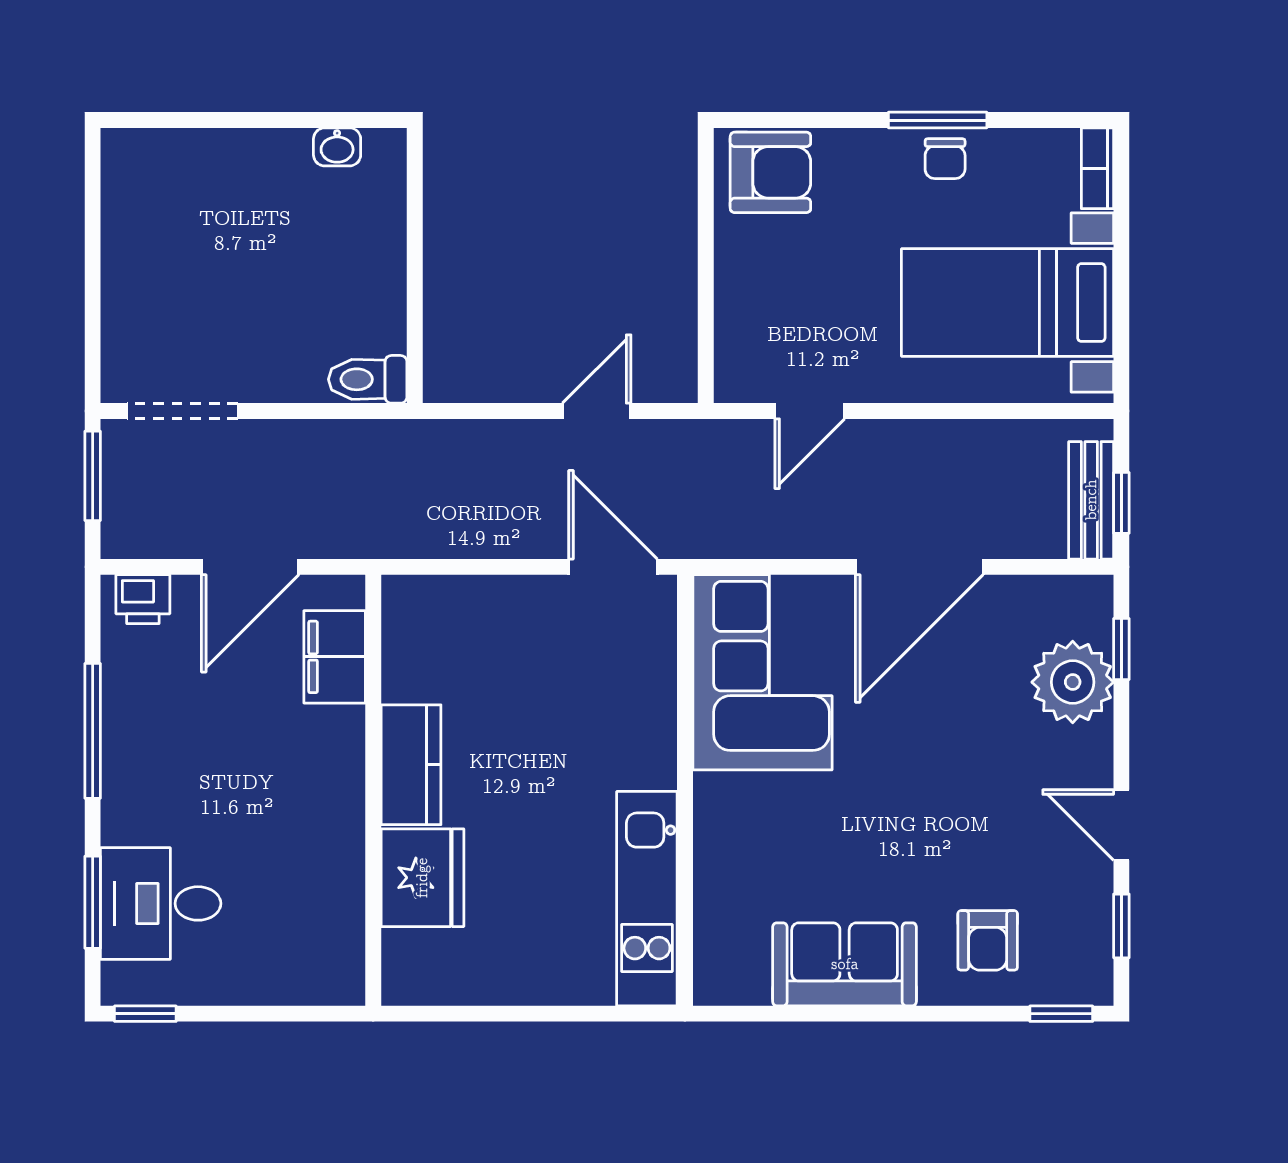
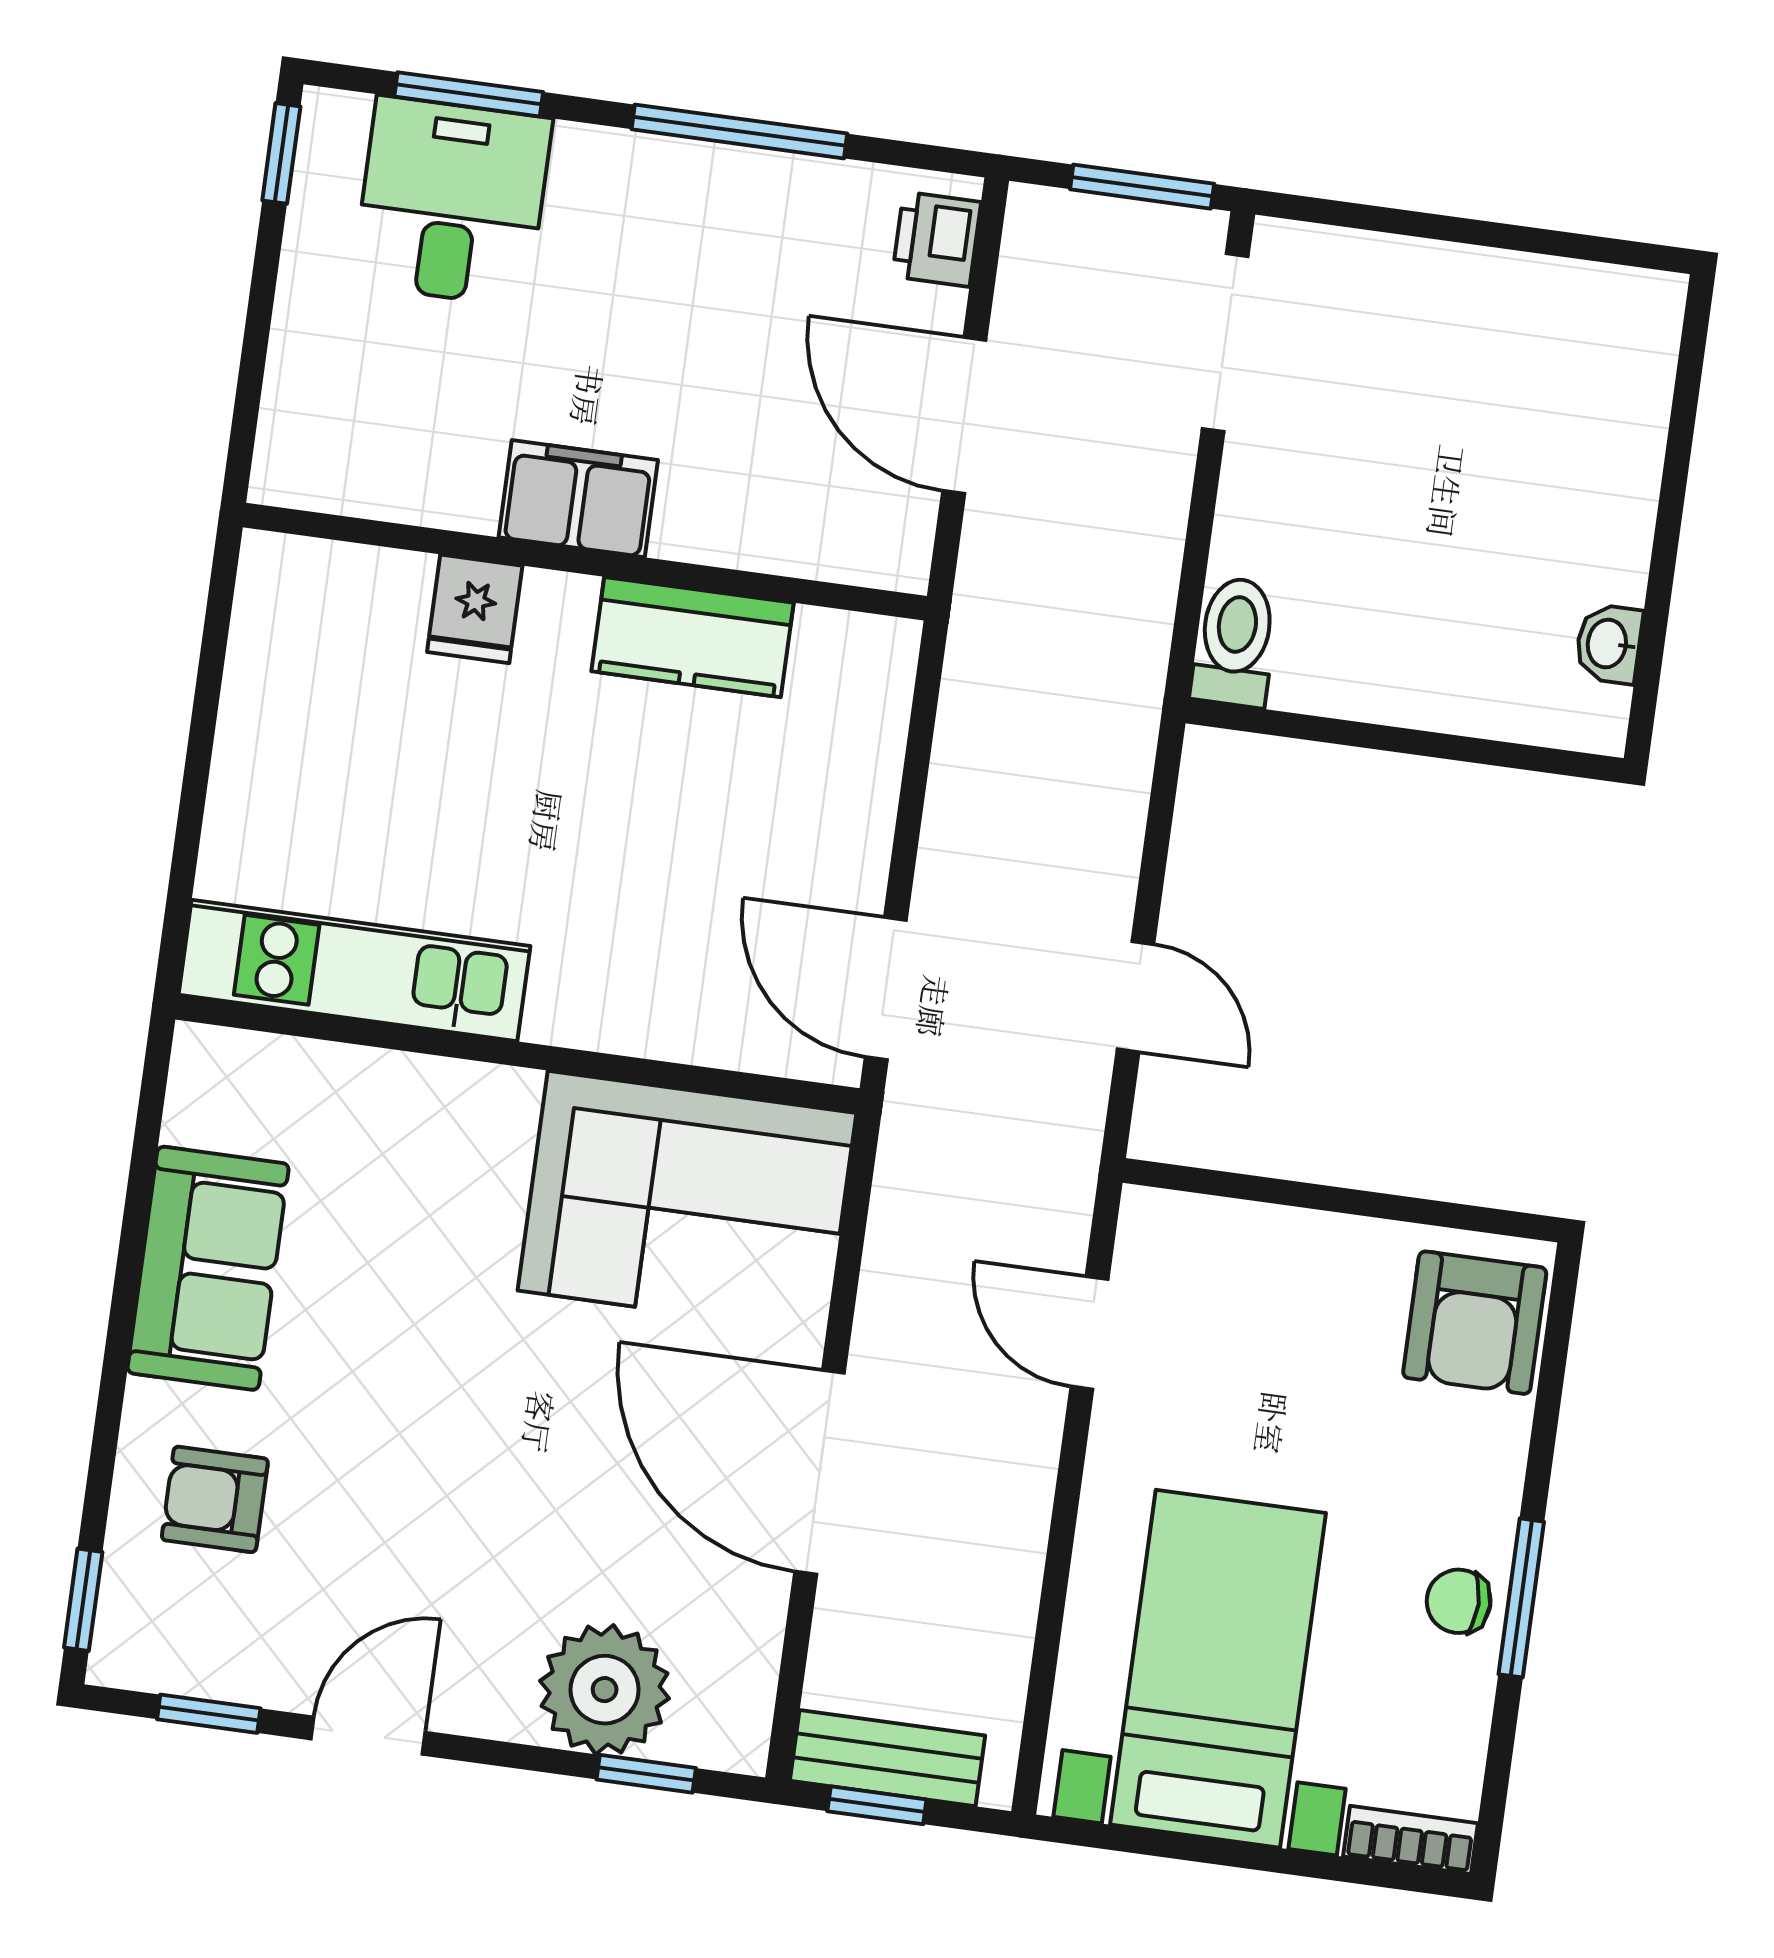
door: (613, 567) -> (886, 989), swing flipped
filing cabinet: (335, 657) -> (578, 499), moved
kitchen counter: (411, 765) -> (693, 637), moved
fridge: (422, 878) -> (475, 609), width x0.53, depth x0.75

